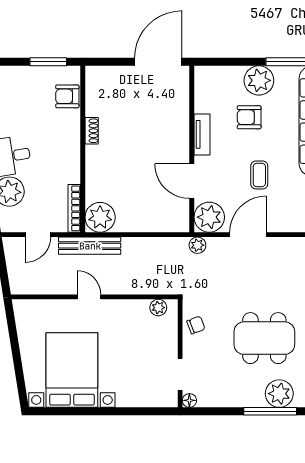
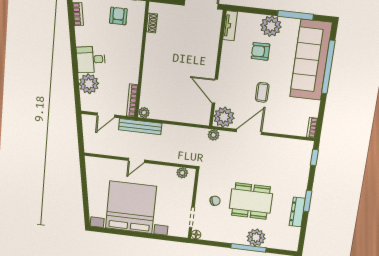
armchair: (67, 96) -> (118, 16), moved, turned 90
shoe rack: (92, 131) -> (152, 23), moved
tv unit: (202, 134) -> (230, 26), moved
plant: (100, 217) -> (144, 113), width x0.53, depth x0.53
door: (89, 297) -> (136, 160), swing flipped
chair: (196, 325) -> (215, 201), moved
bed with nightstands: (72, 370) -> (131, 207), width x1.36

